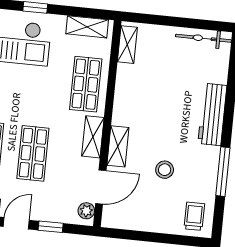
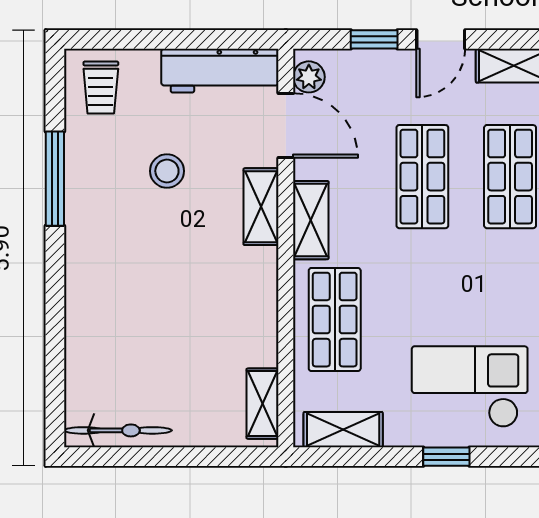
workbench: (212, 114) -> (220, 71), moved, turned 90
door: (101, 187) -> (286, 125), swing flipped

